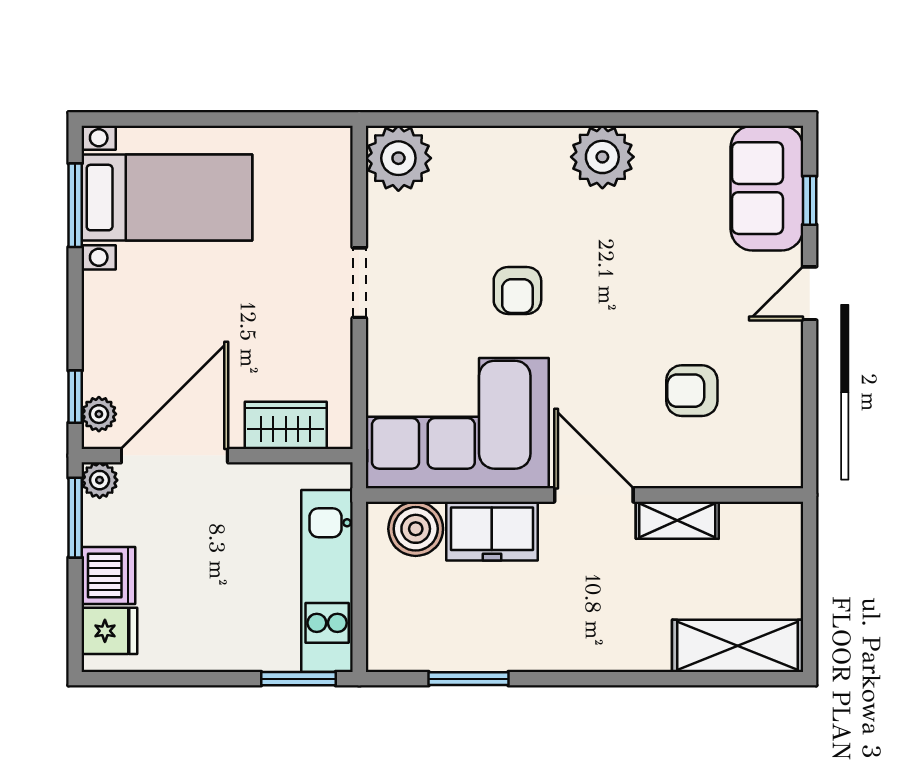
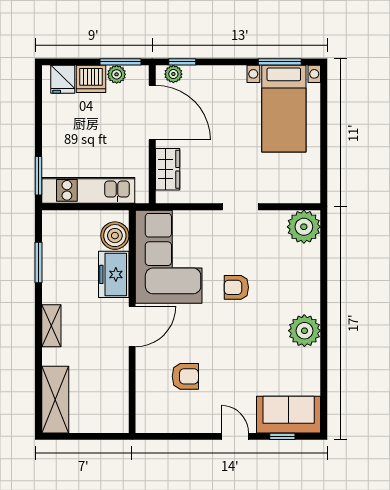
armchair: (692, 391) -> (185, 376), turned 90
plant: (100, 480) -> (117, 74), moved
shelving: (677, 520) -> (51, 326), moved

